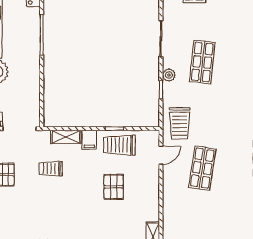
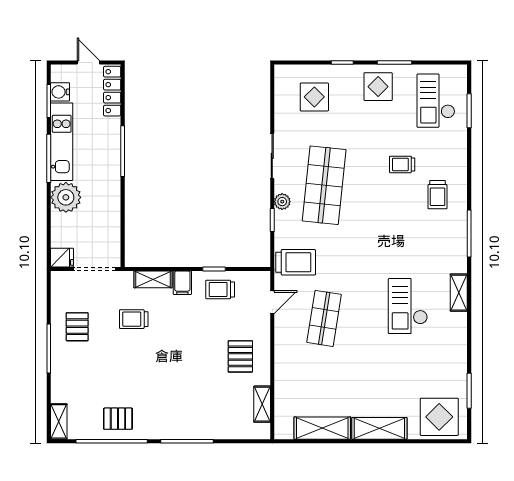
shop shelf: (202, 62) -> (324, 185), width x1.43, depth x1.36
trolley: (180, 123) -> (296, 262), turned -90
trolley: (119, 145) -> (220, 289), width x0.73, depth x0.72
pallet: (114, 187) -> (240, 356), moved

